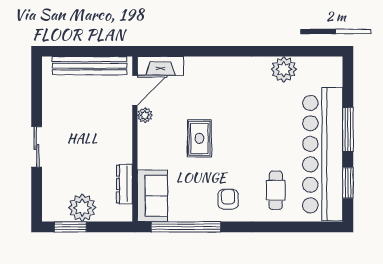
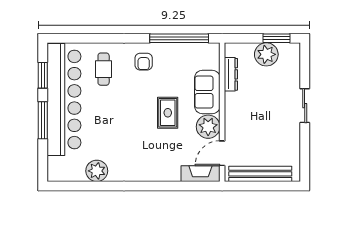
plant: (145, 115) -> (208, 127), width x1.88, depth x1.88
sofa: (152, 196) -> (207, 92), moved

